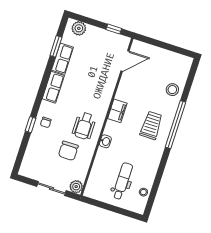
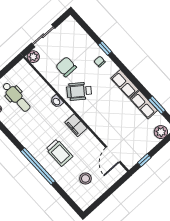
stool: (172, 90) -> (85, 179), moved
trolley: (151, 125) -> (59, 153), moved
wheelchair: (84, 126) -> (79, 91), turned -53

